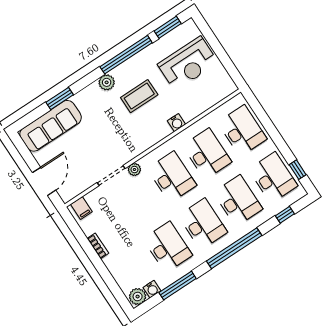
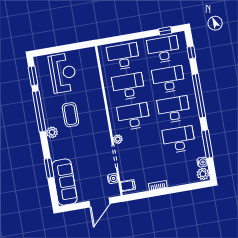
water cooler: (176, 123) -> (113, 179), moved
door: (44, 181) -> (99, 202), swing flipped

